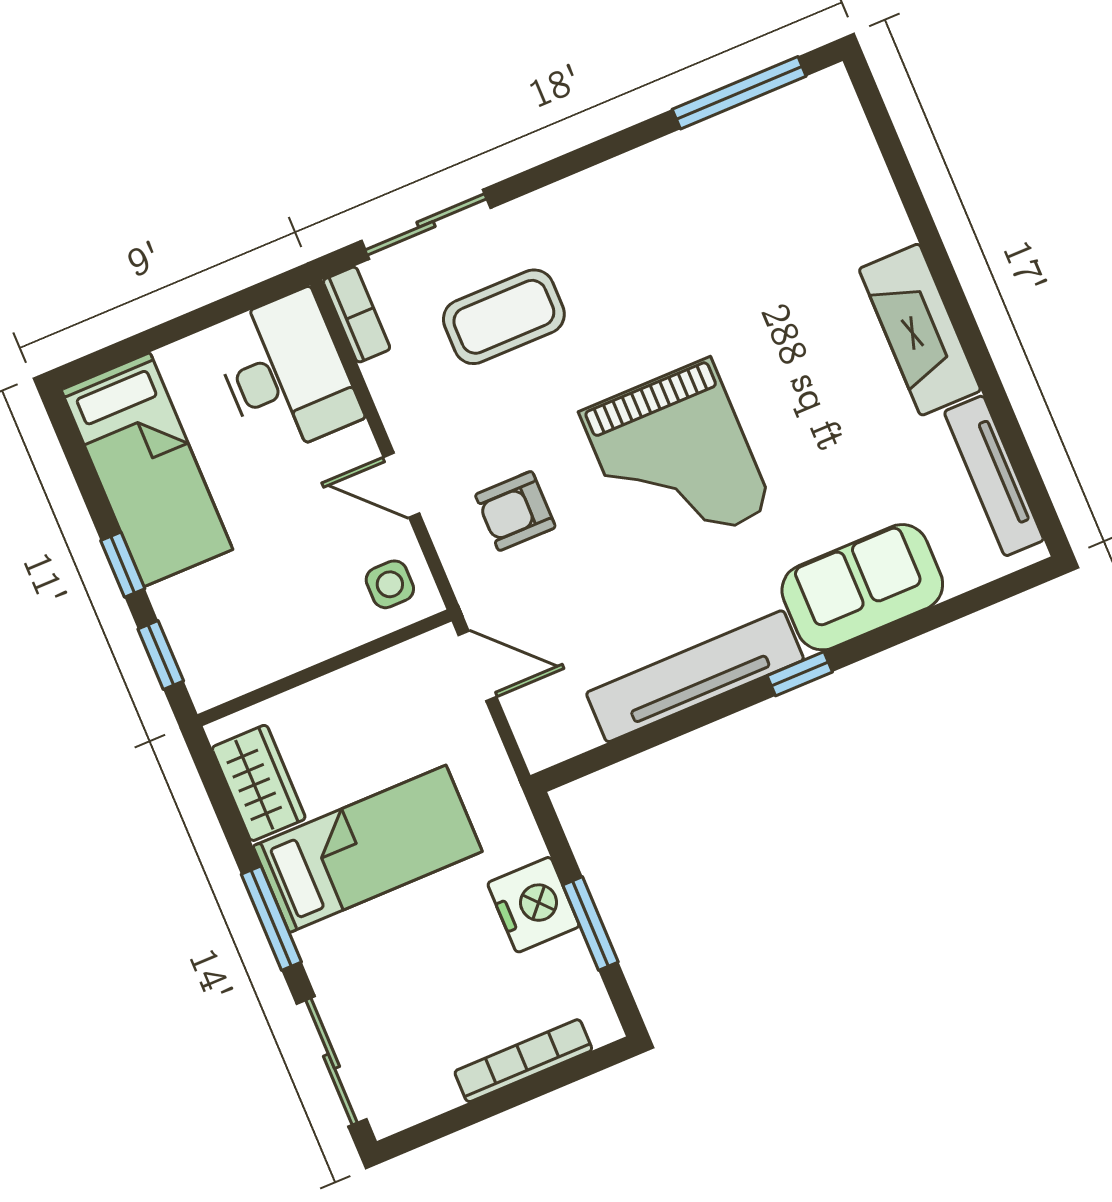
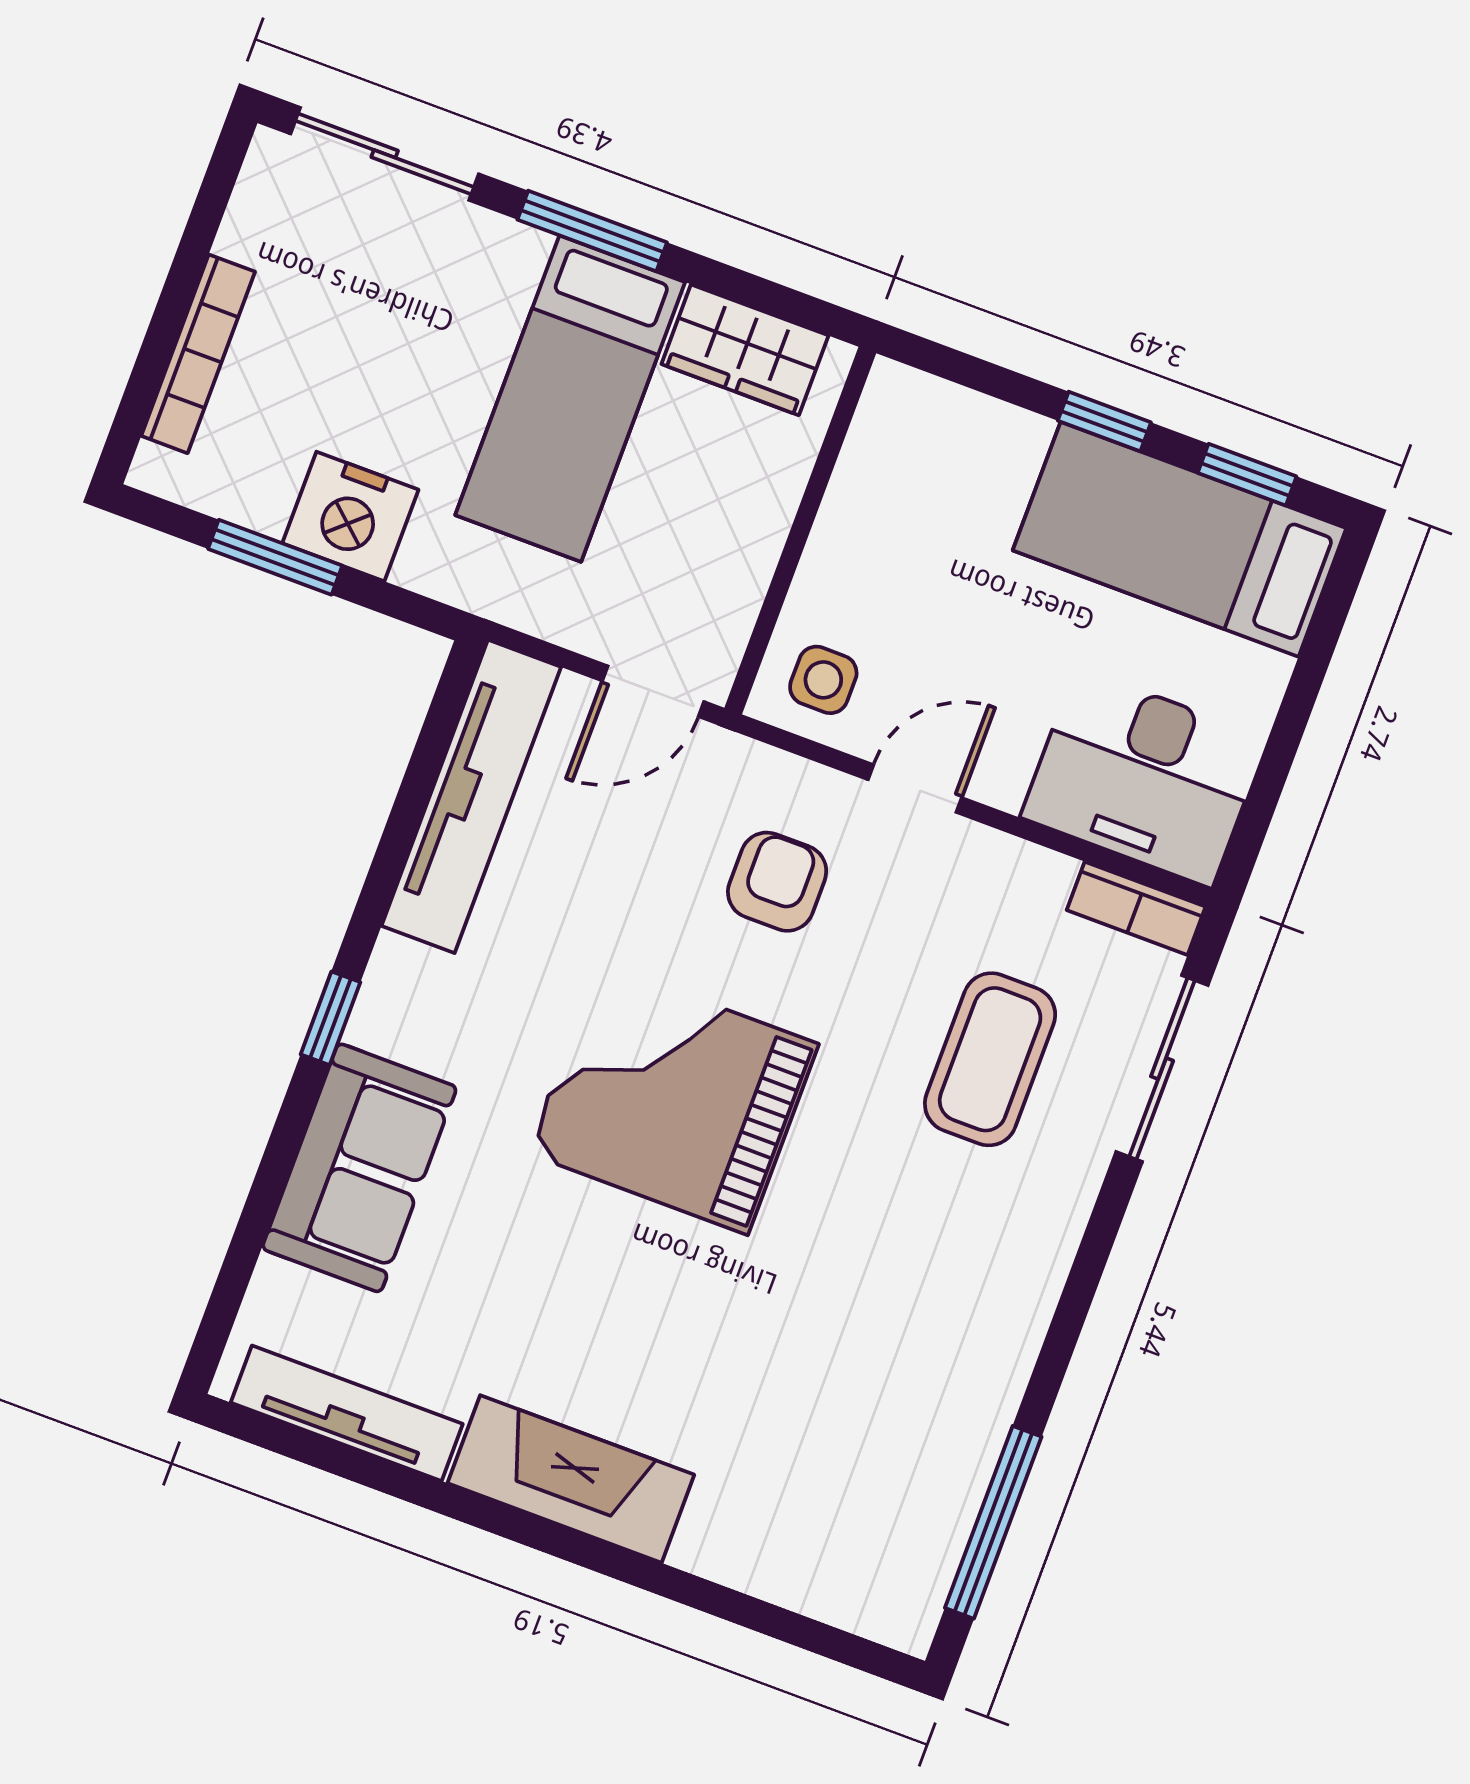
window: (161, 655) -> (1247, 475), moved
tv unit: (695, 676) -> (471, 796), moved

